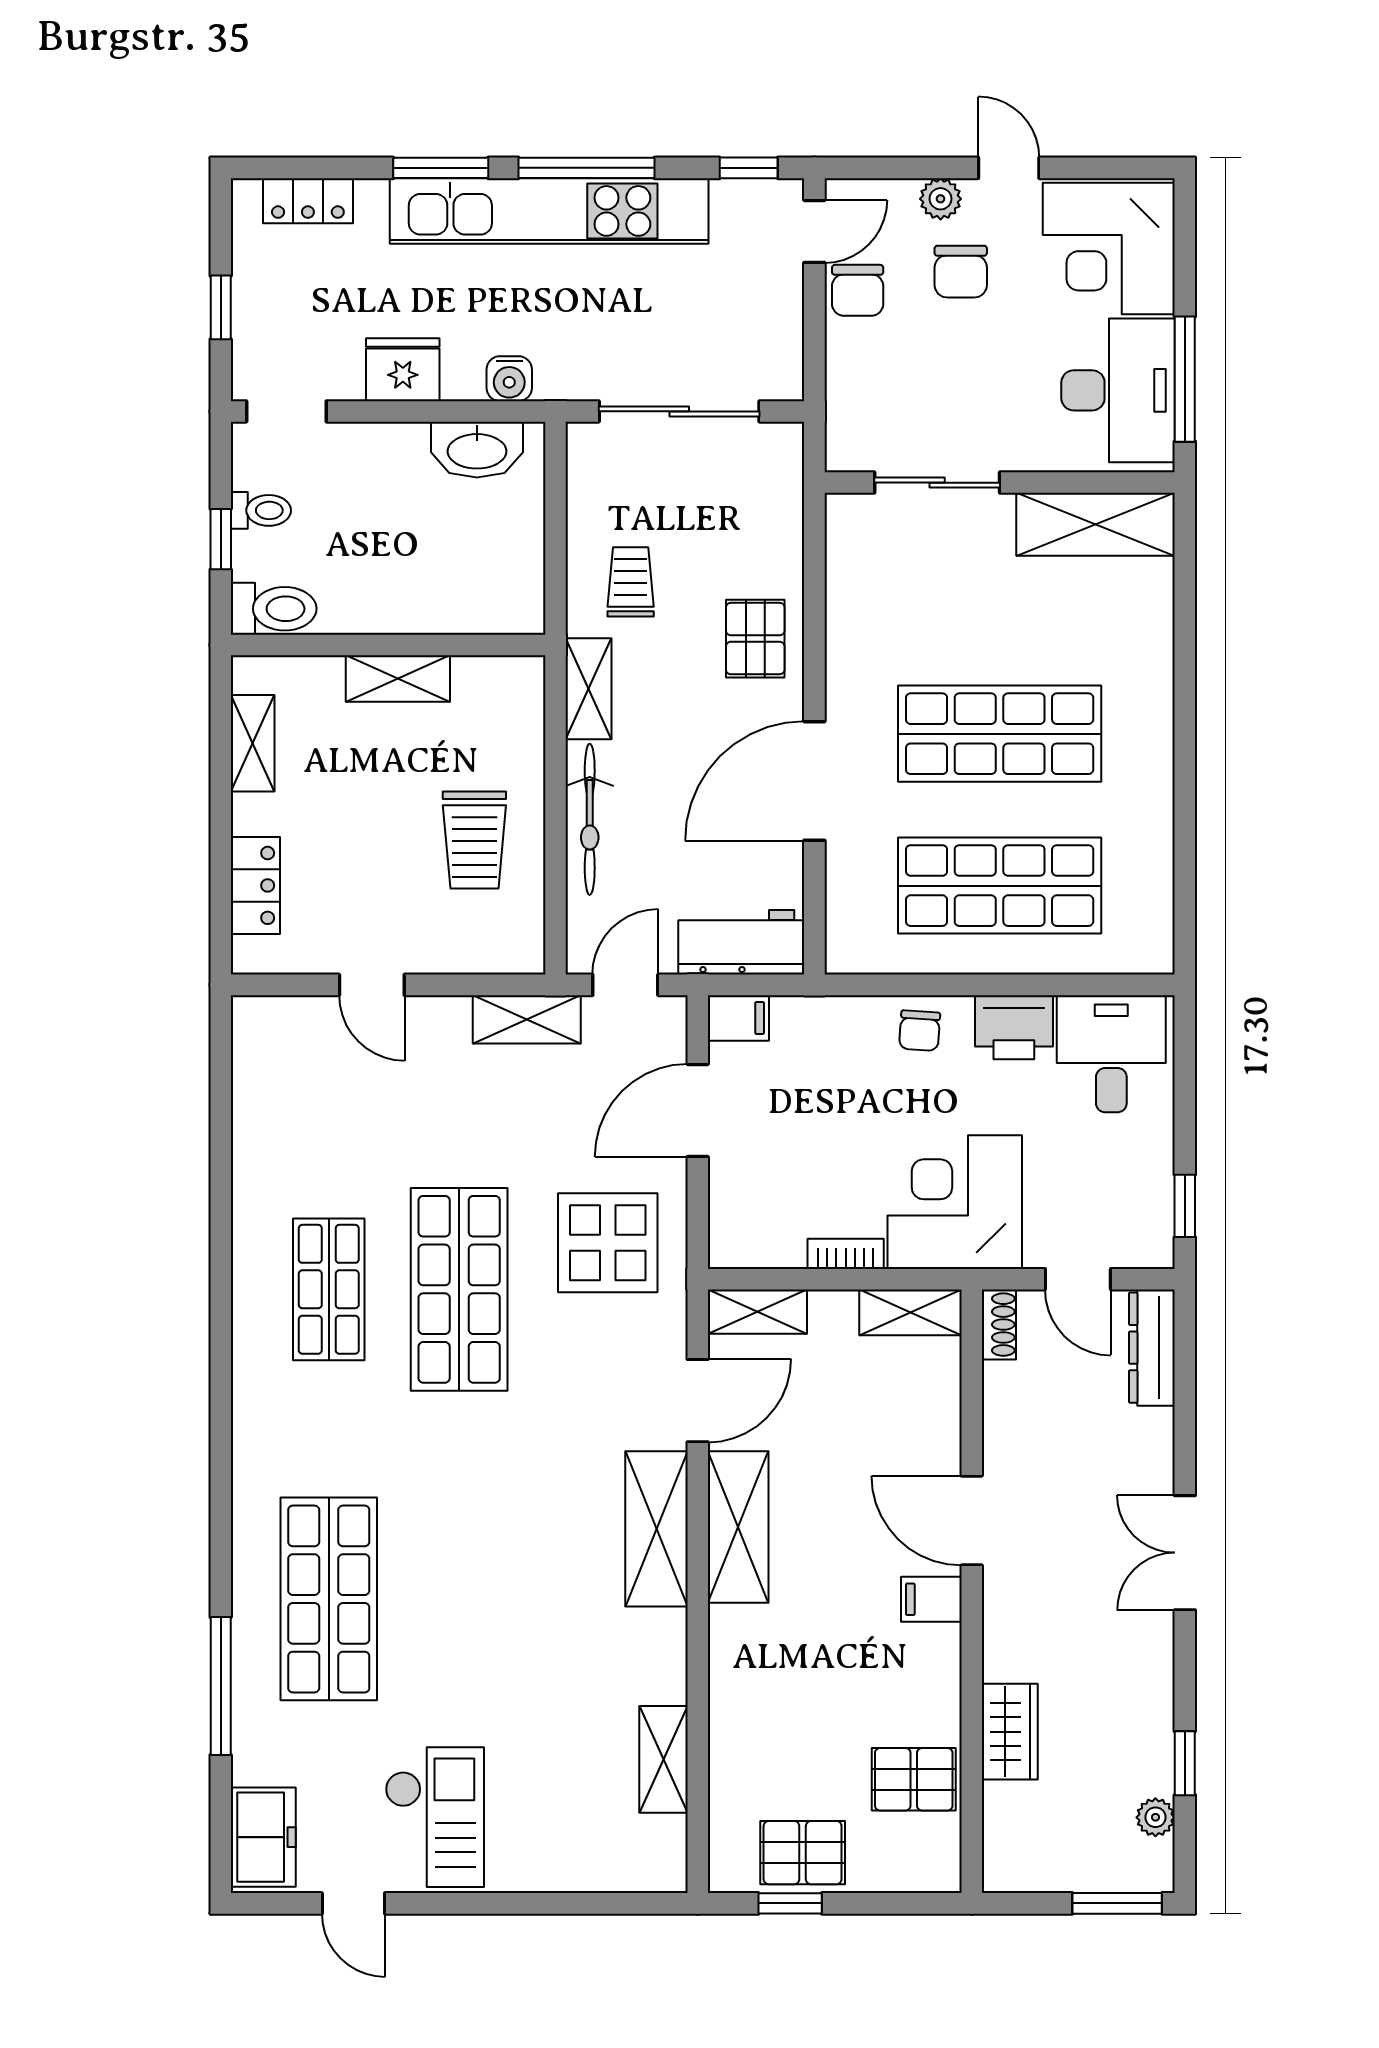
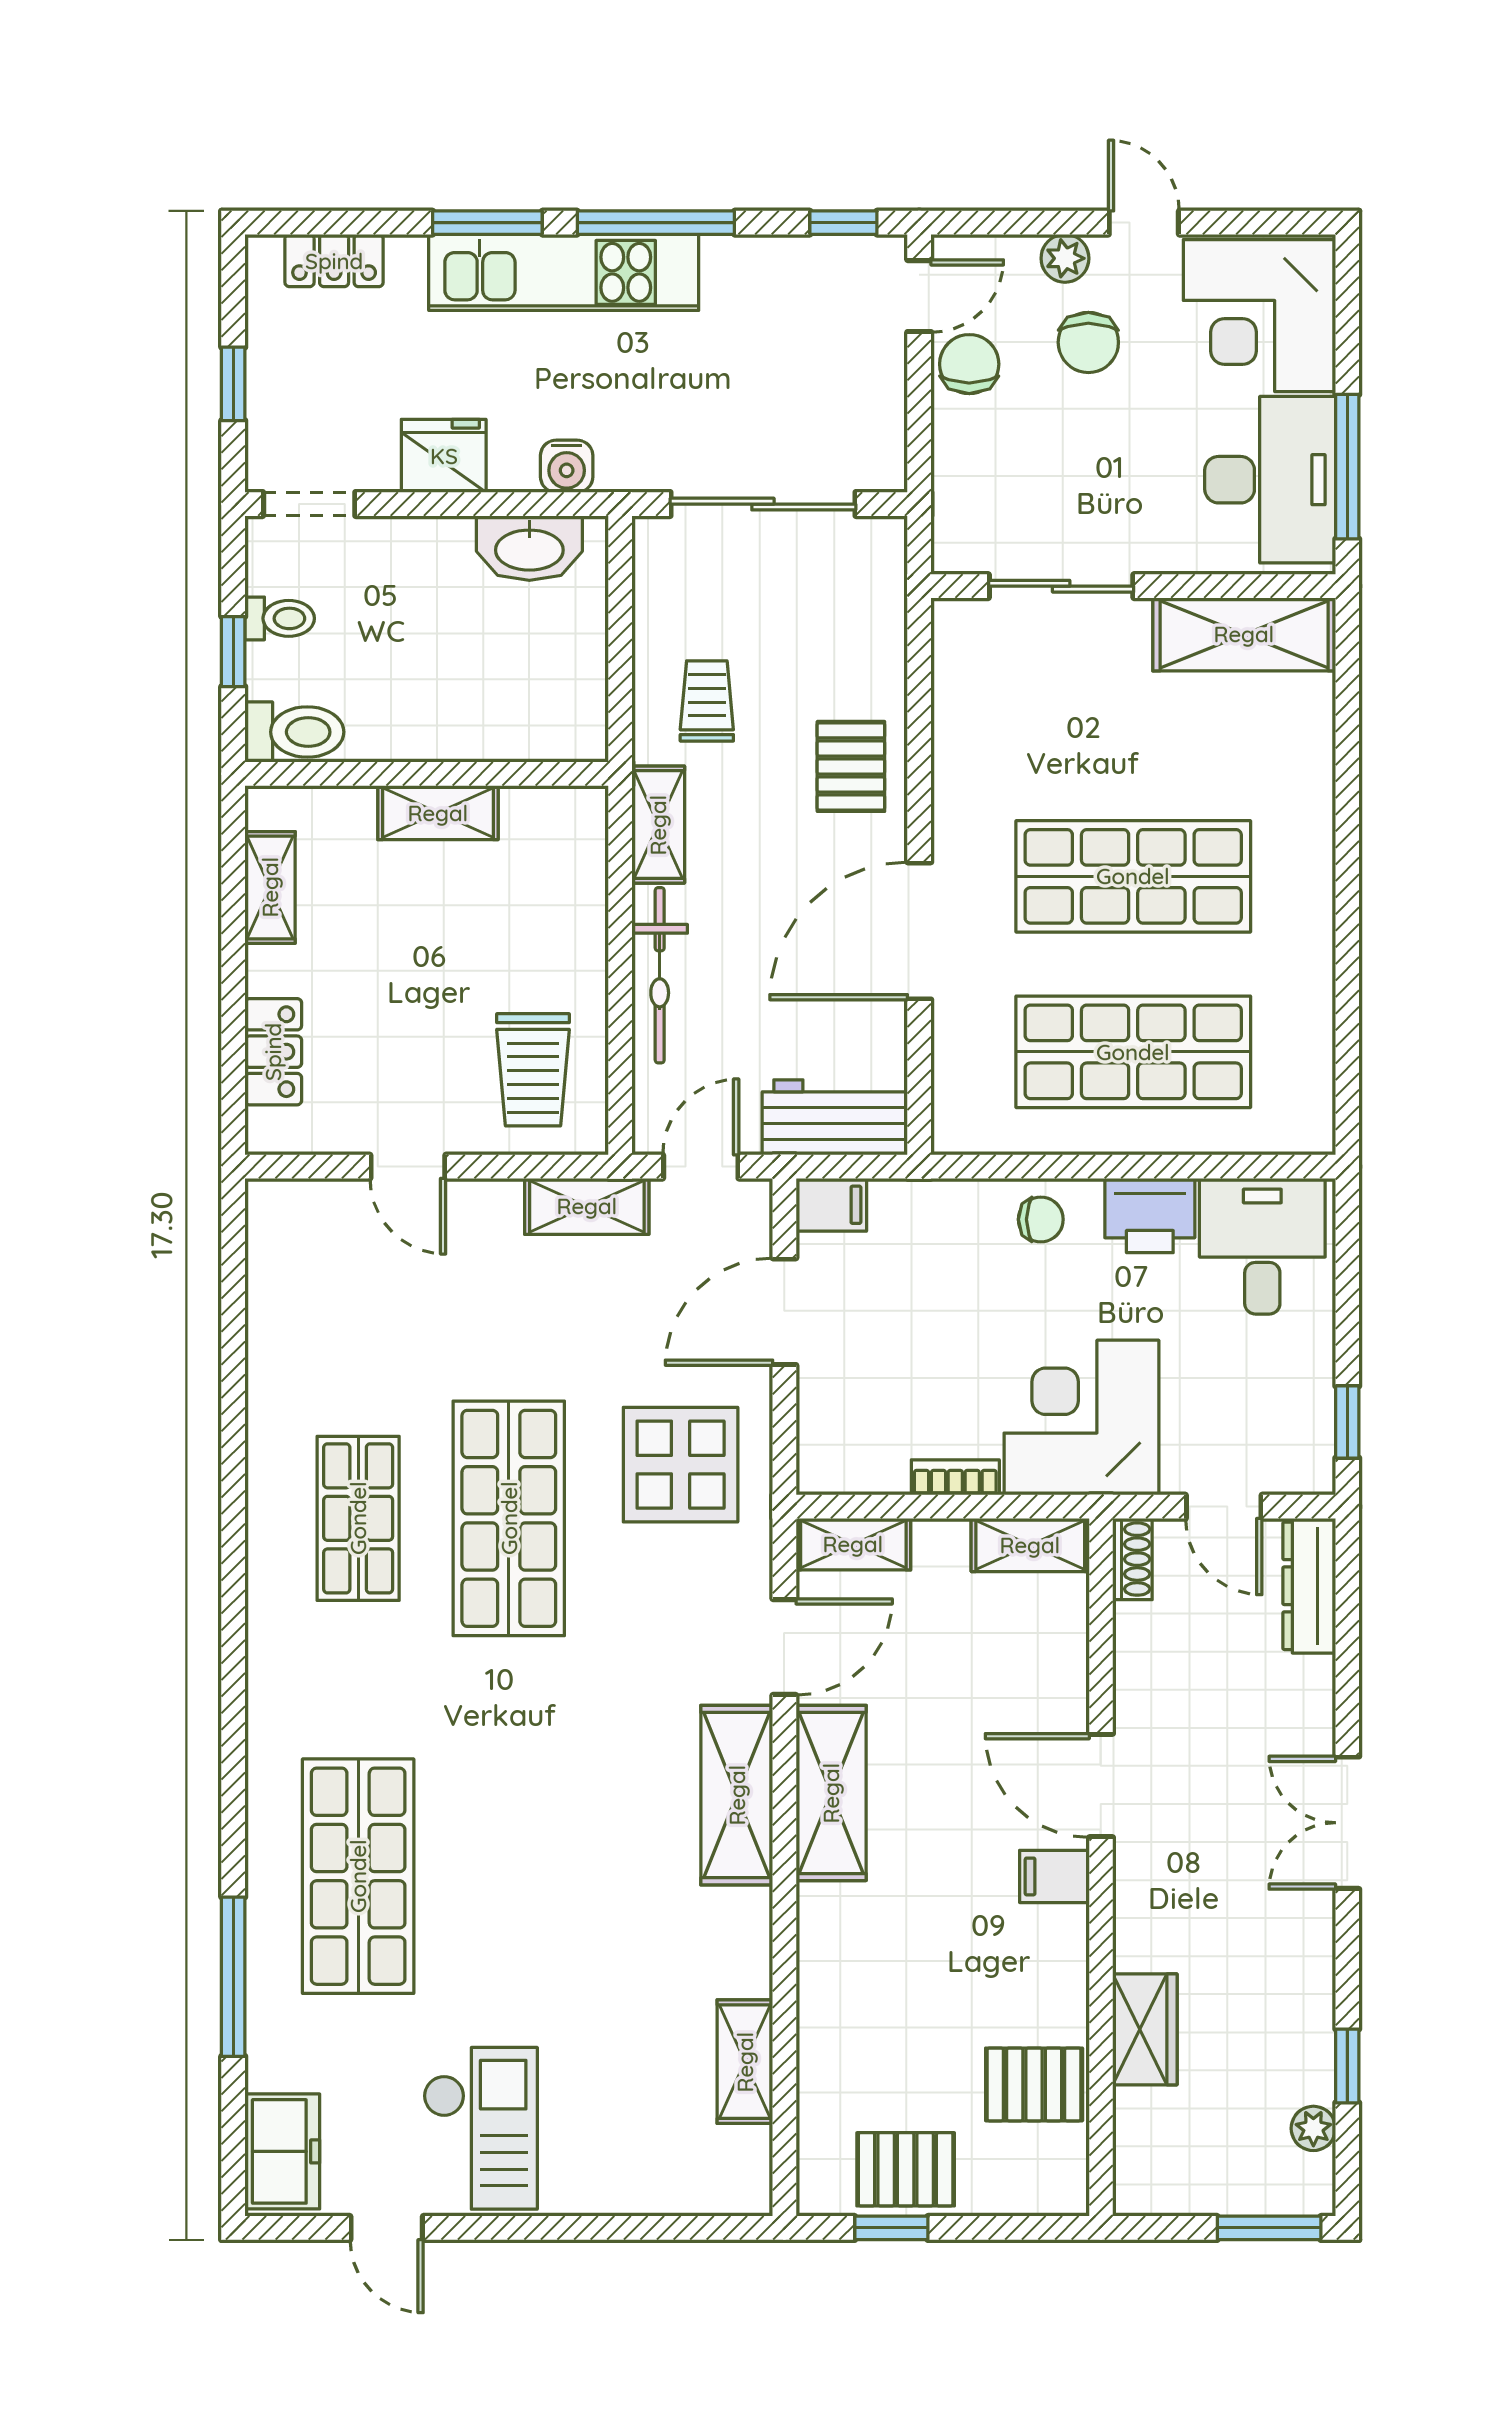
kitchen unit: (549, 211) -> (564, 272), width x0.73
chair: (858, 290) -> (969, 364), turned 180
trolley: (474, 840) -> (533, 1070), moved
chair: (920, 1031) -> (1041, 1219), turned -94

